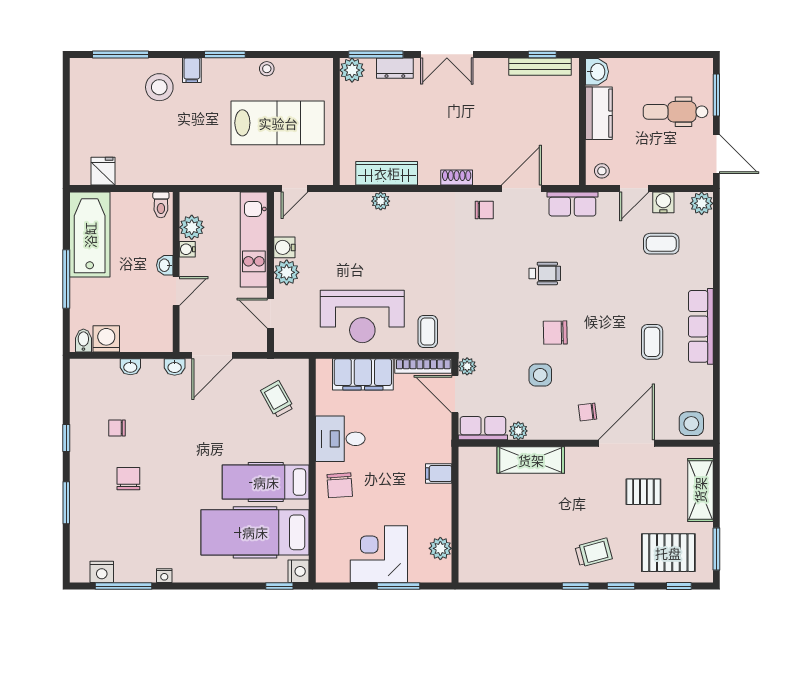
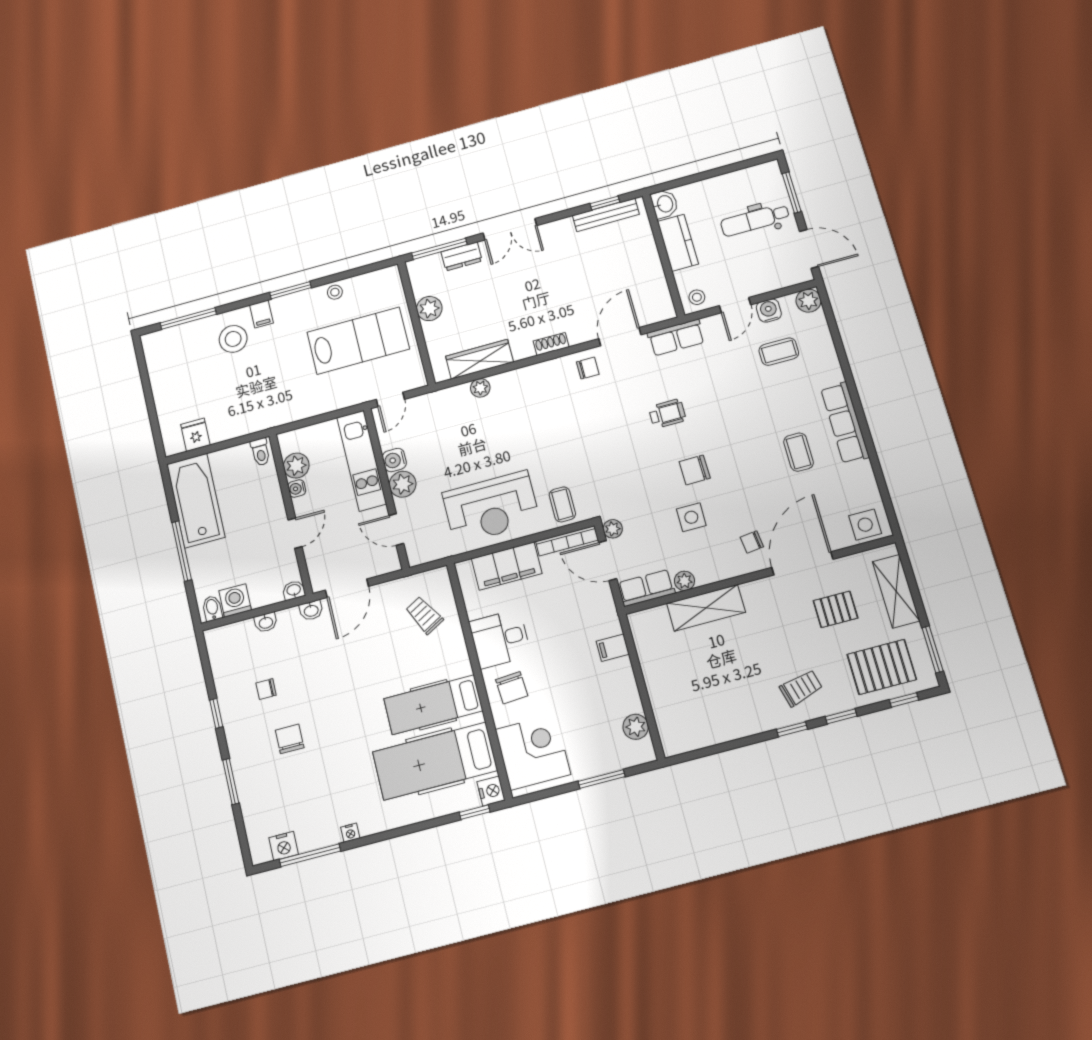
plant: (352, 70) -> (429, 309), moved
washbasin: (165, 265) -> (294, 590), moved, turned 90
corner desk: (379, 554) -> (533, 752), moved, turned 90

